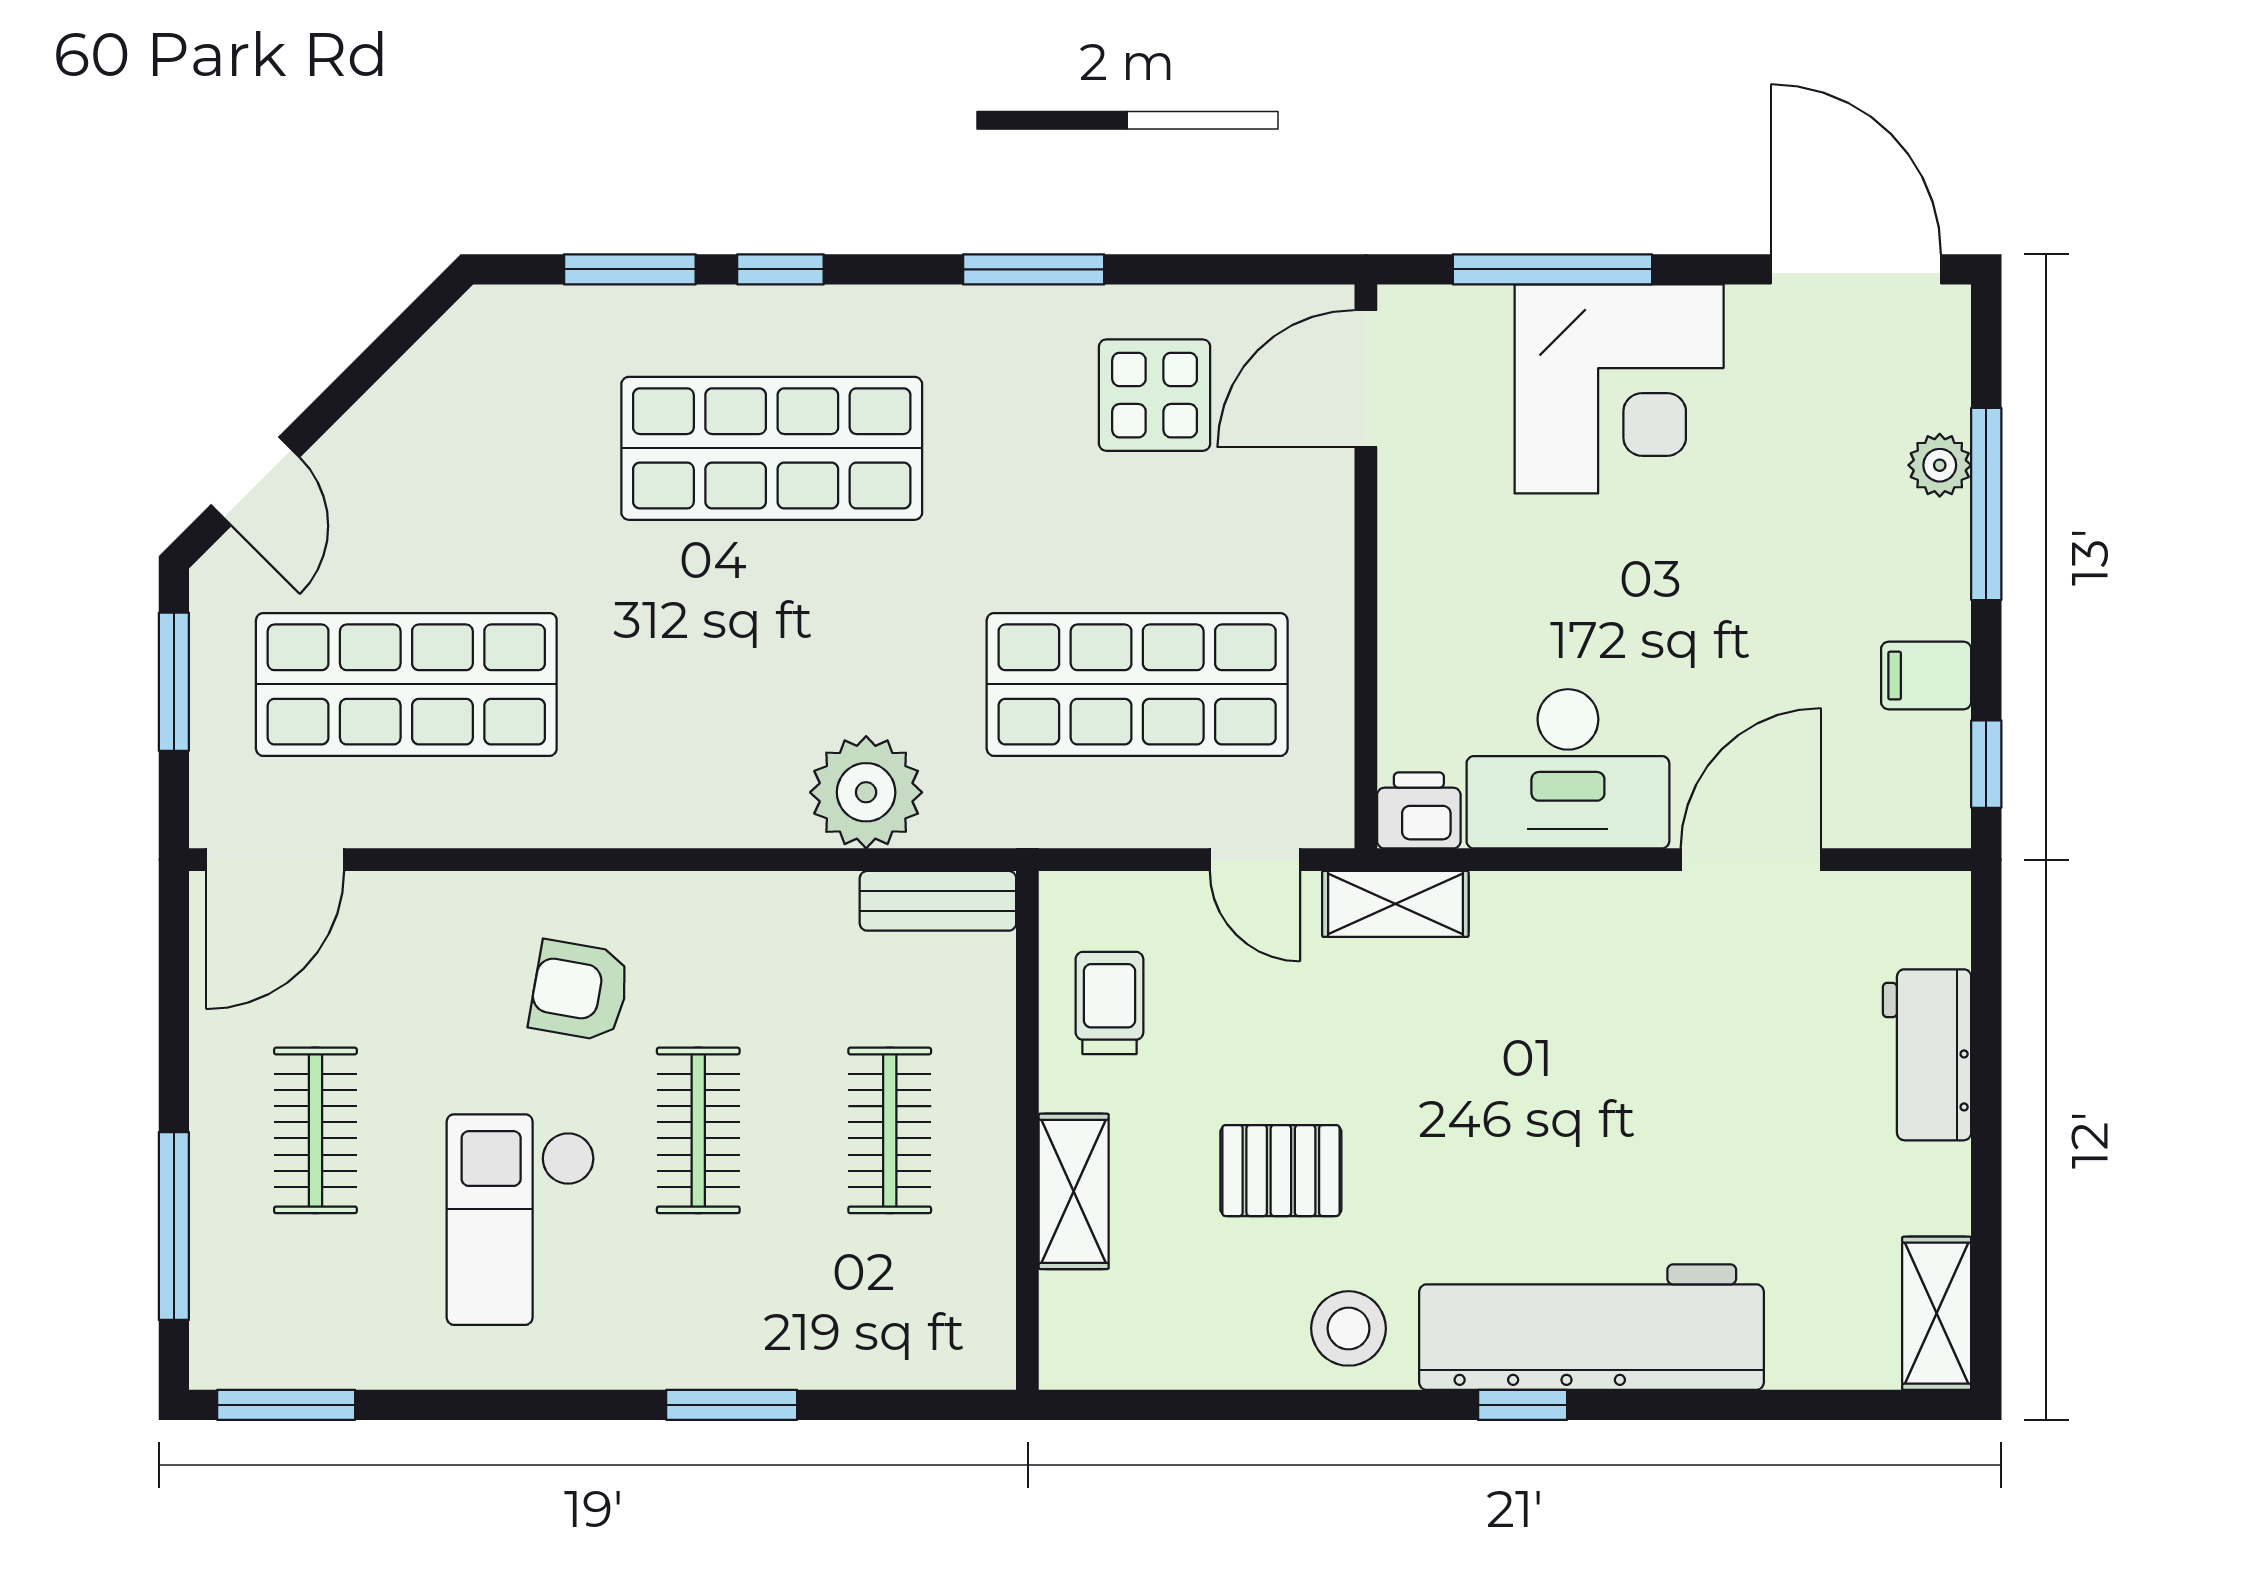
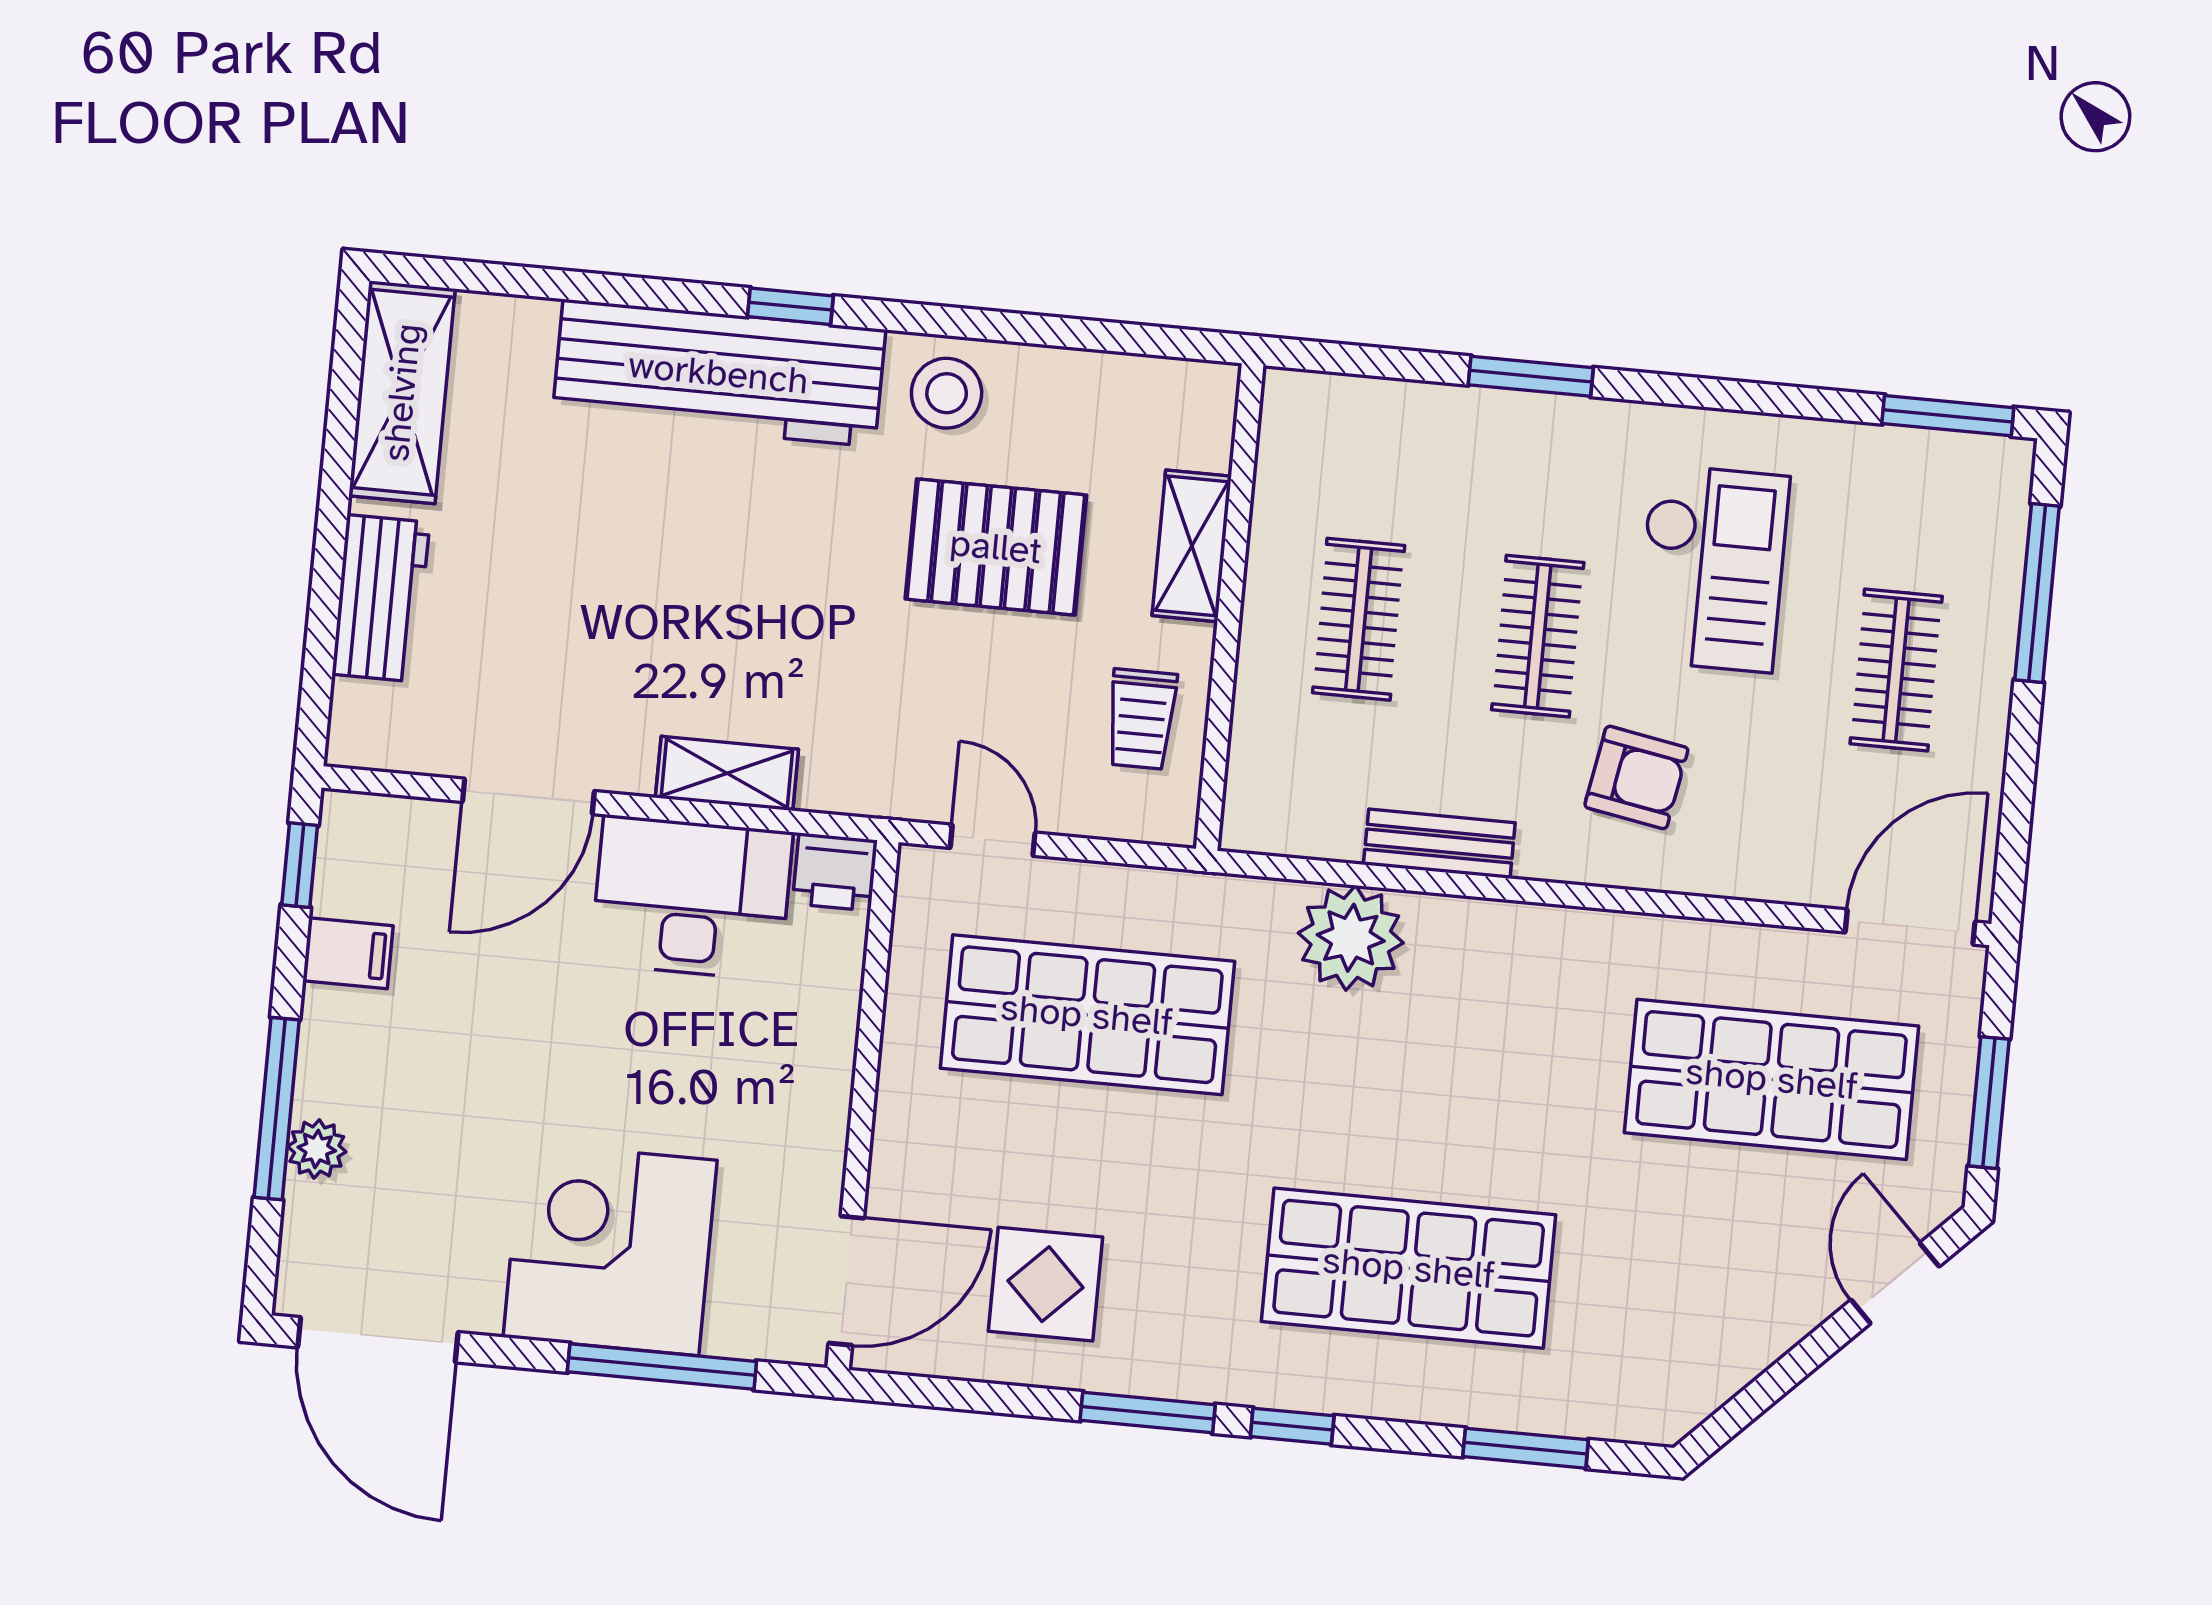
window: (780, 269) -> (1292, 1426), moved
bench: (938, 901) -> (1439, 844), moved
shelving: (1395, 904) -> (727, 773), moved
pallet: (1281, 1171) -> (996, 547), width x1.50, depth x1.42
shelving: (1937, 1313) -> (402, 392), width x1.50, depth x1.33

